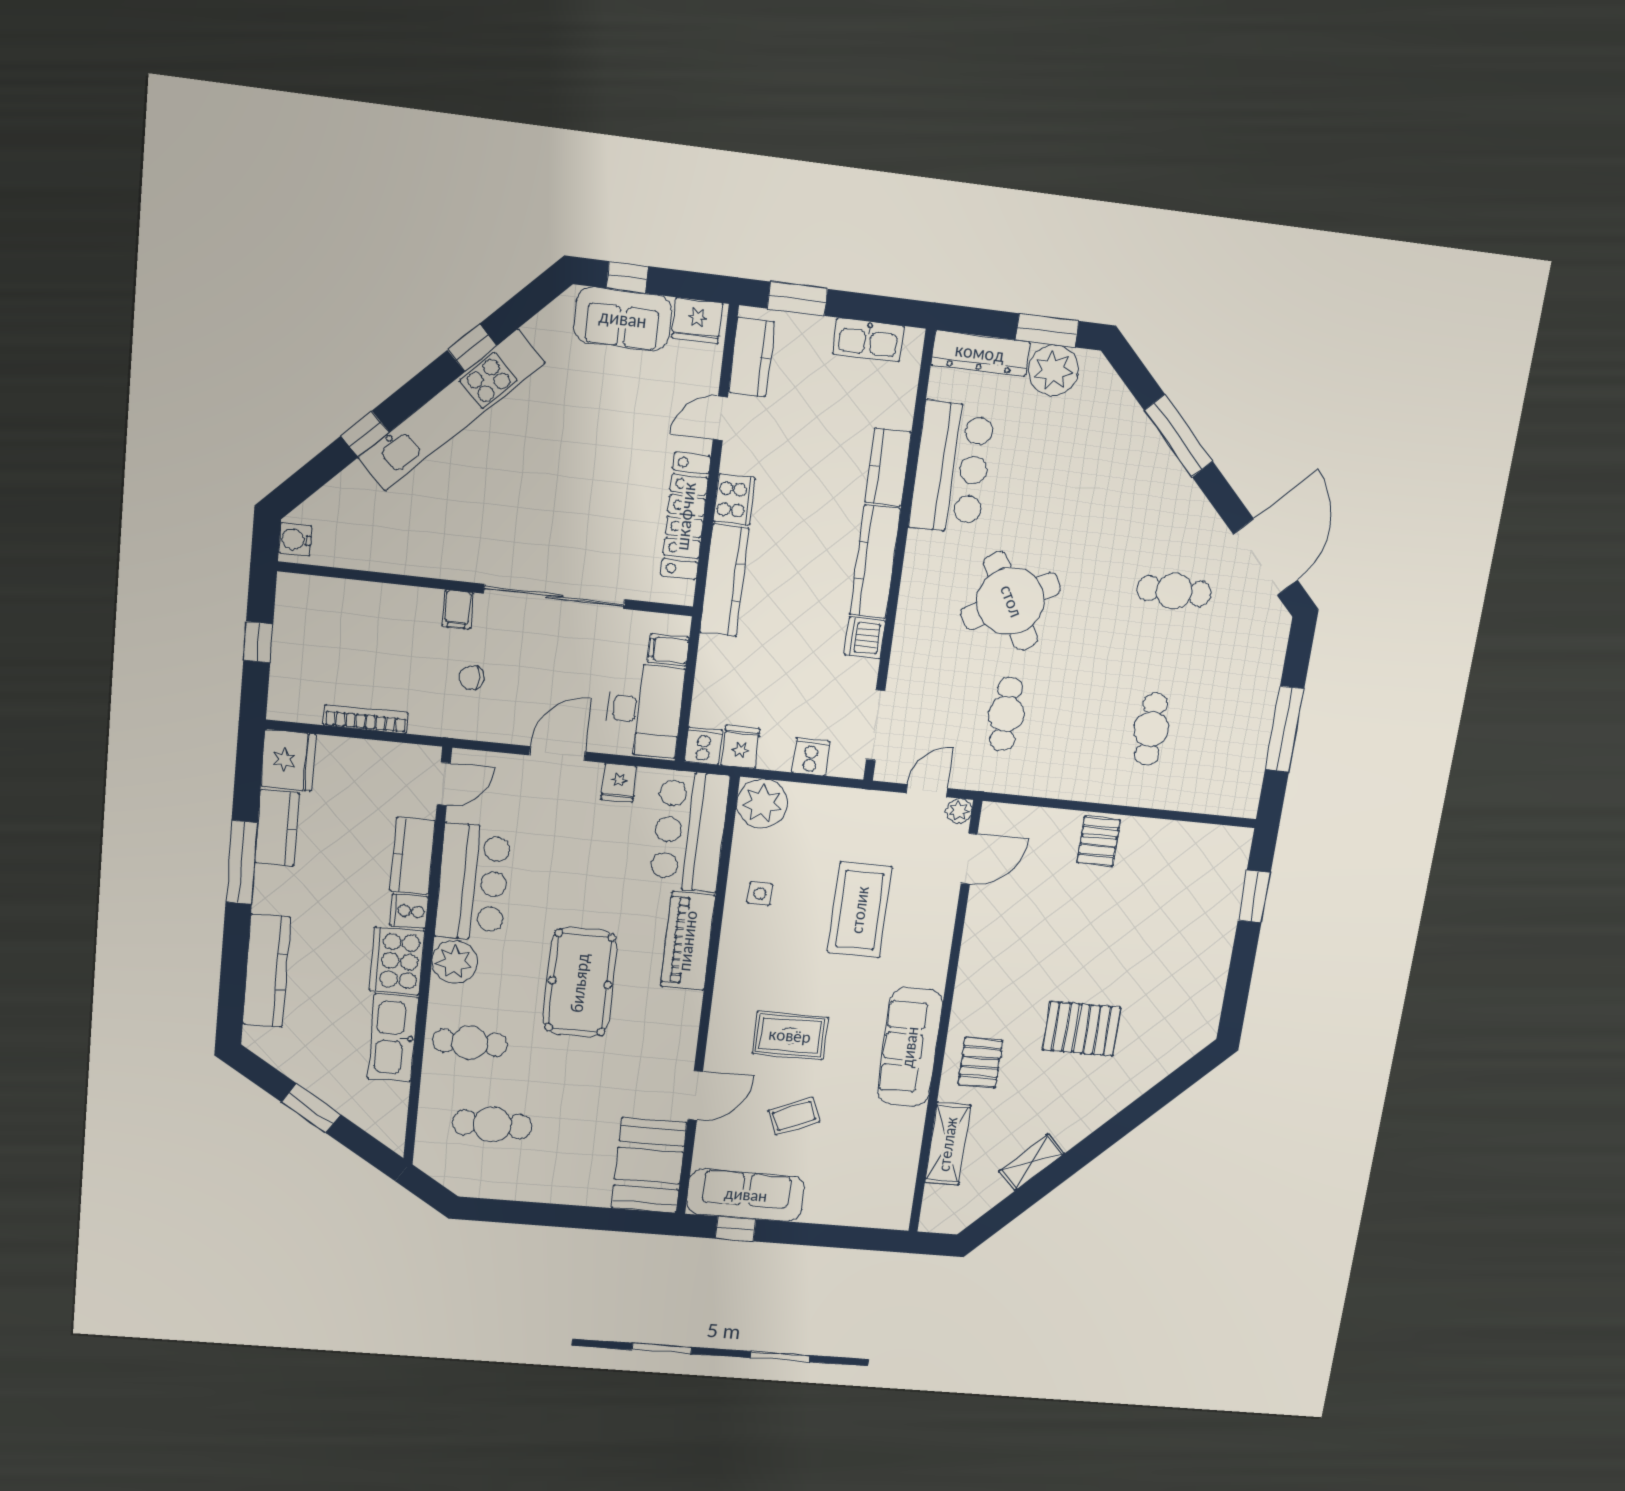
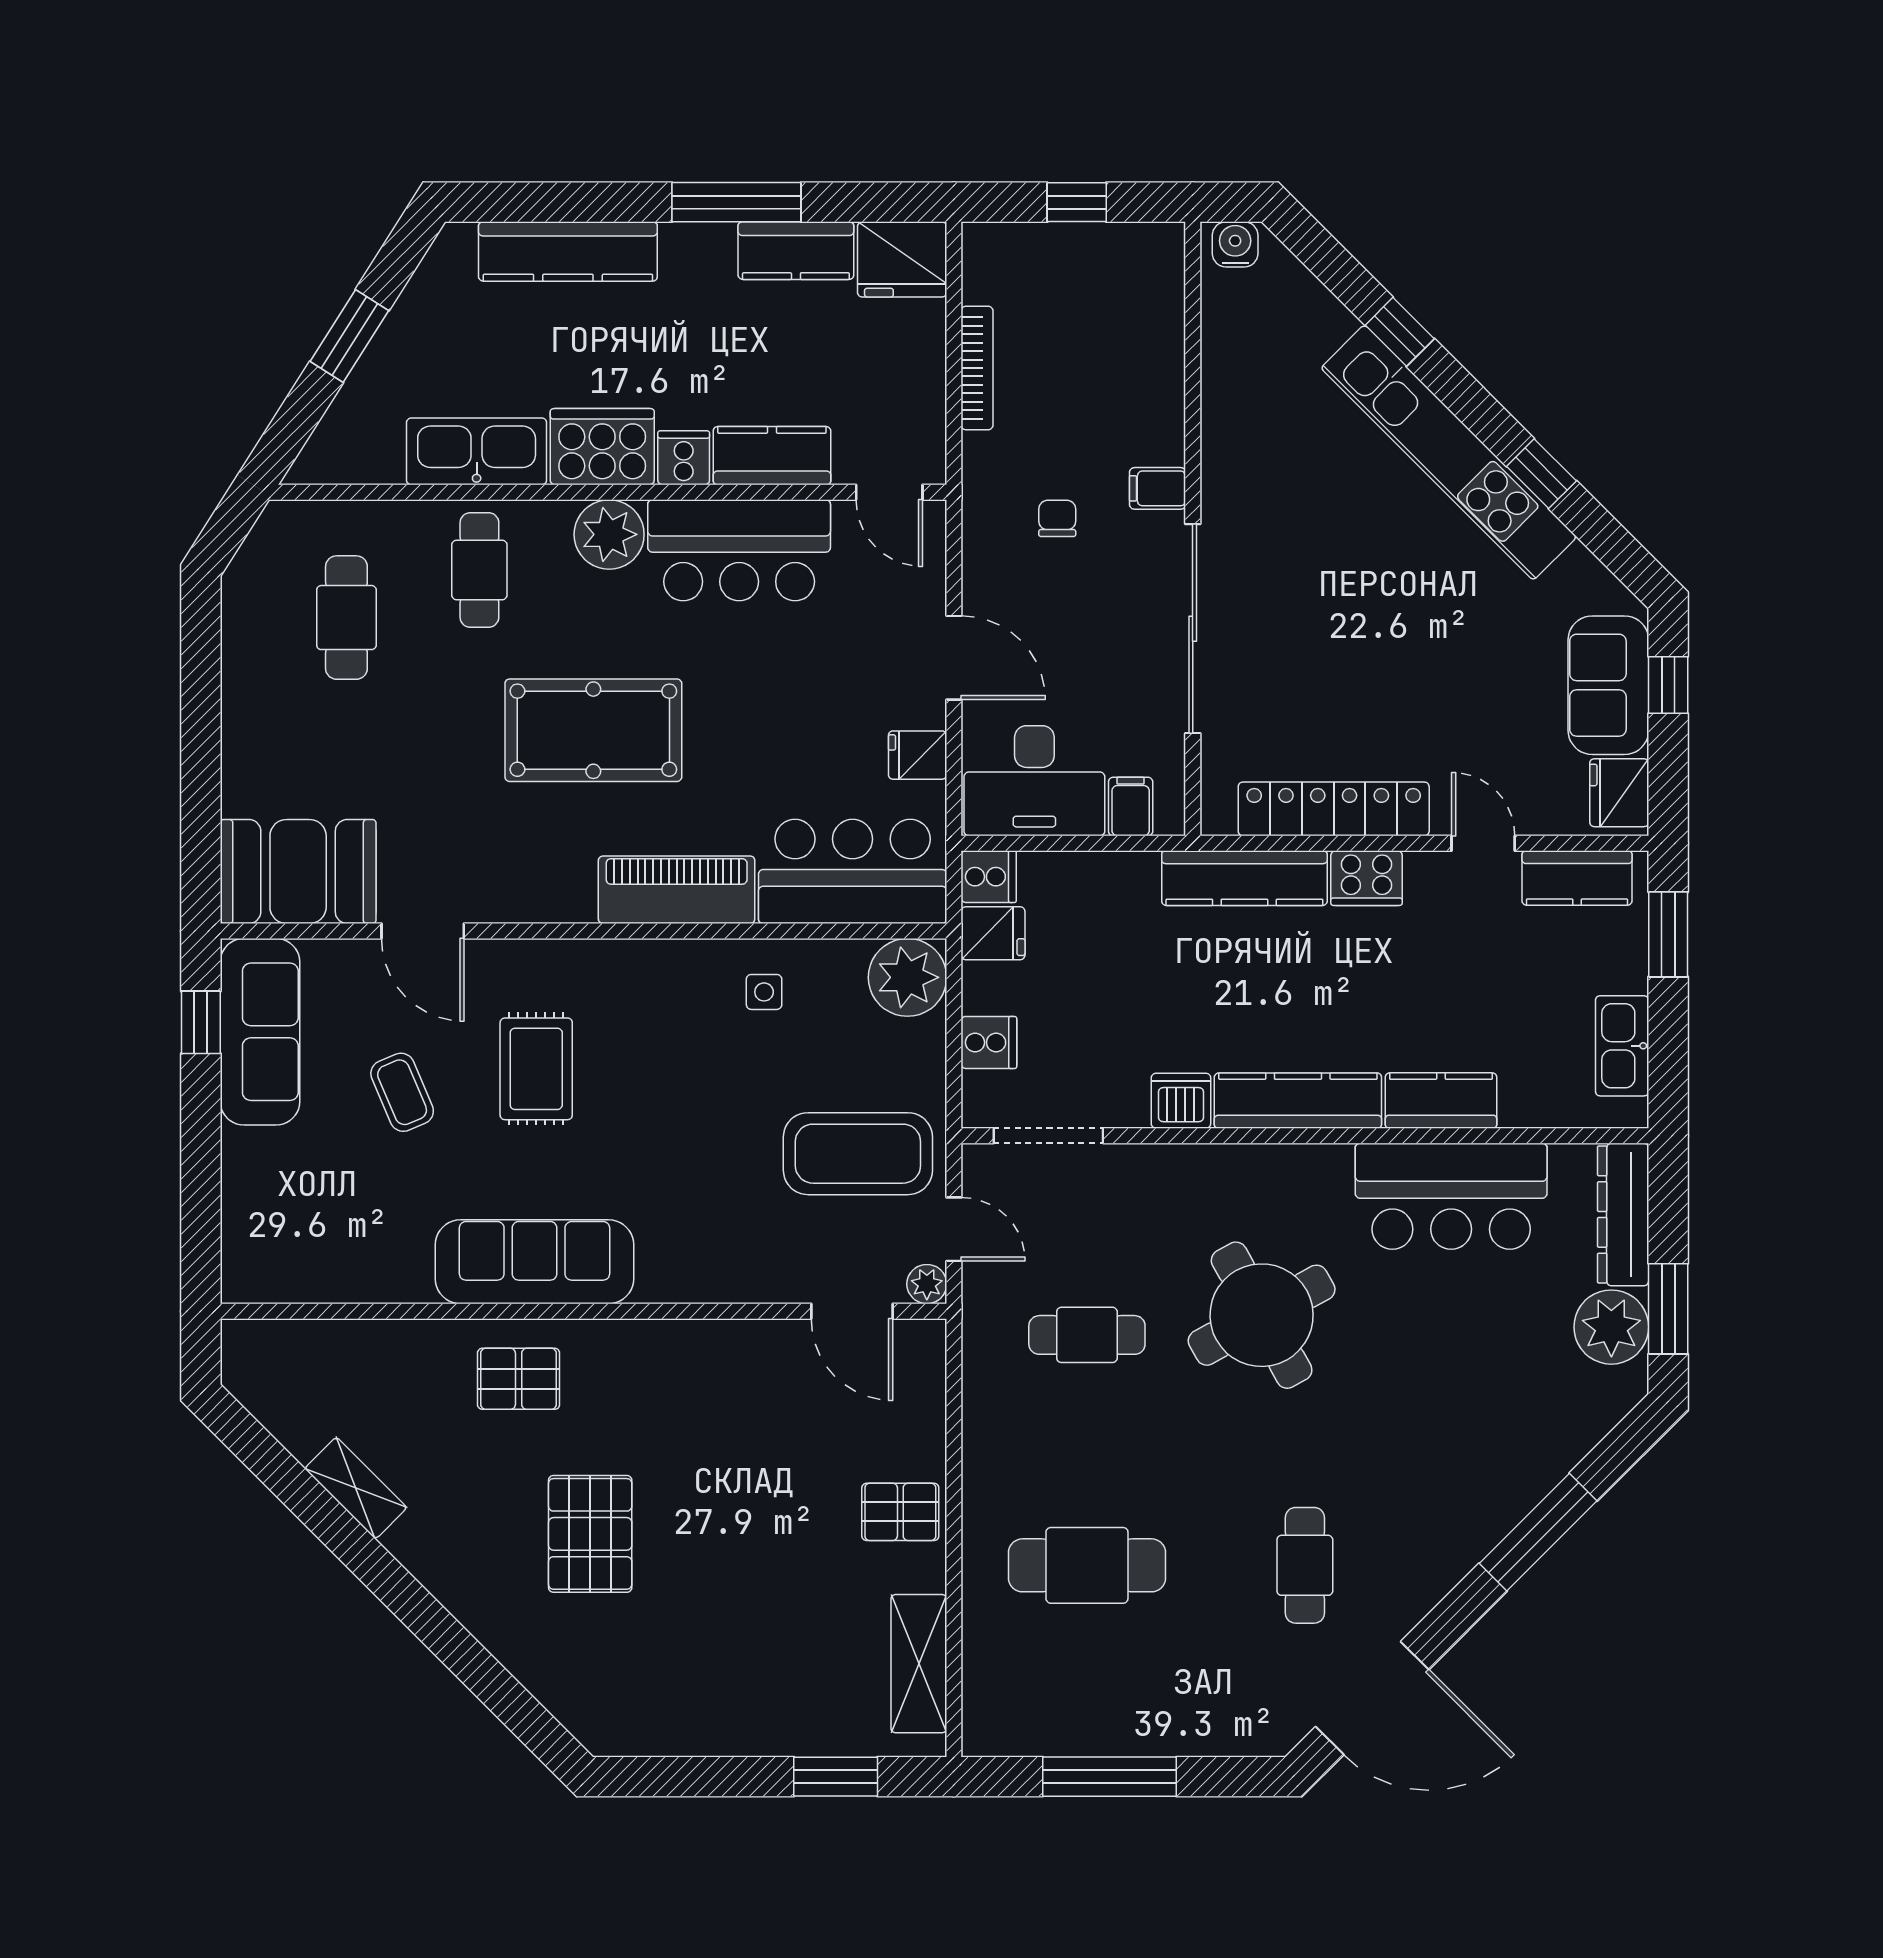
cafe table: (1151, 729) -> (1087, 1565), width x1.37, depth x1.35
coffee table: (860, 910) -> (858, 1154), moved
shelving: (948, 1144) -> (919, 1664), moved, turned 90

